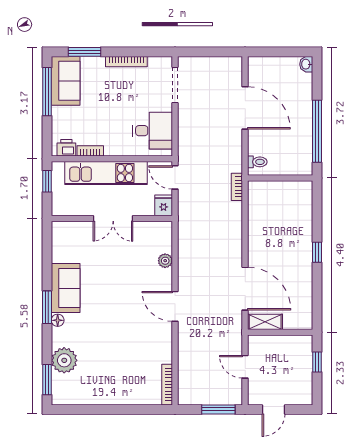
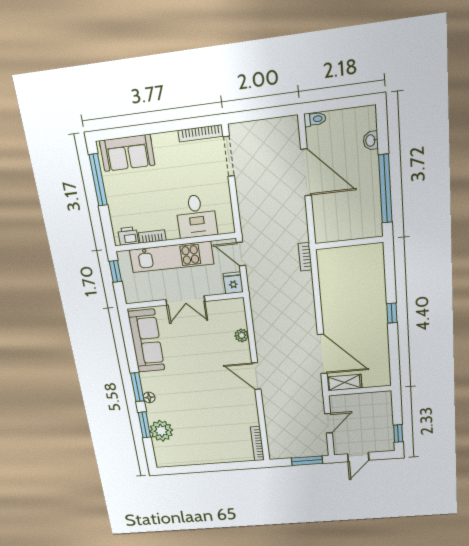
window: (85, 52) -> (129, 132), removed
bookcase: (126, 62) -> (201, 133), moved
washbasin: (306, 64) -> (371, 140), moved
sofa: (66, 81) -> (127, 153), moved, turned 90
desk: (152, 131) -> (196, 216), moved, turned 90
toilet: (257, 162) -> (315, 119), moved
sofa: (66, 288) -> (146, 341), moved, width x1.36
window: (317, 362) -> (398, 433), moved
door: (245, 367) -> (328, 423), swing flipped
window: (47, 380) -> (145, 425), moved

